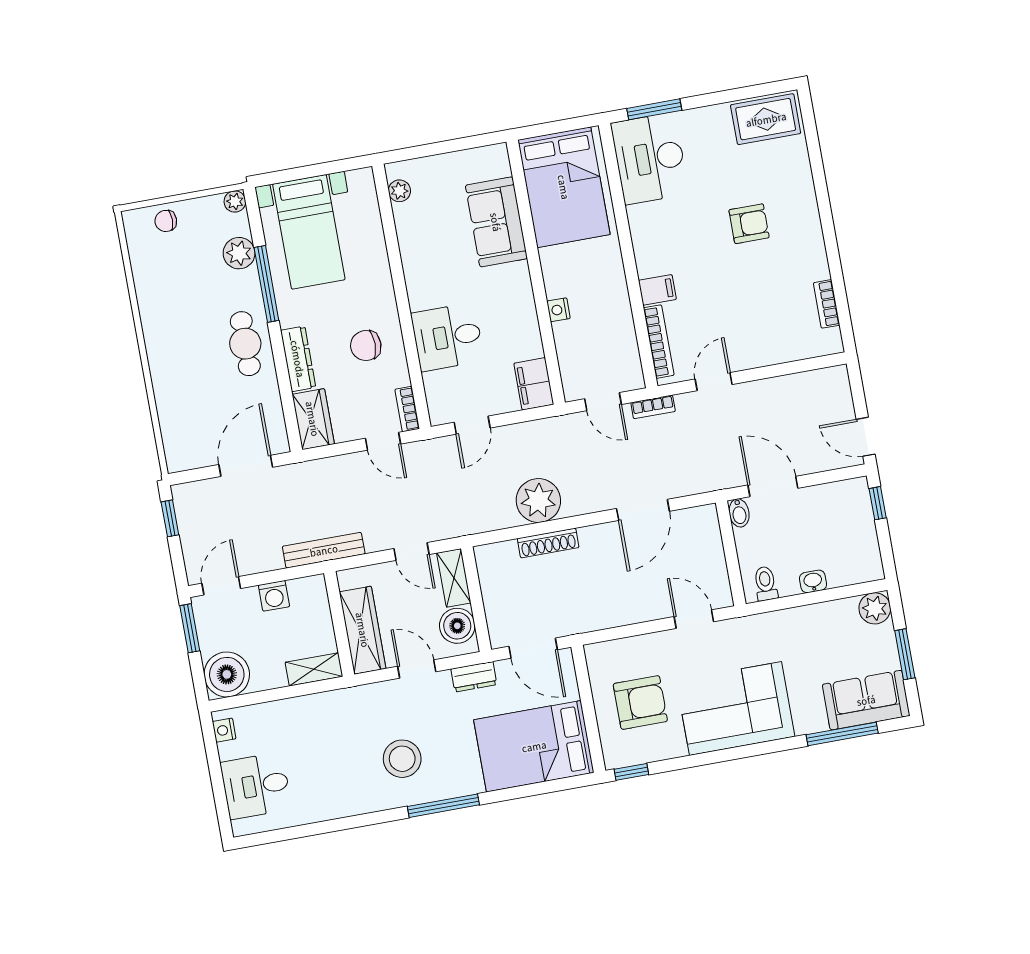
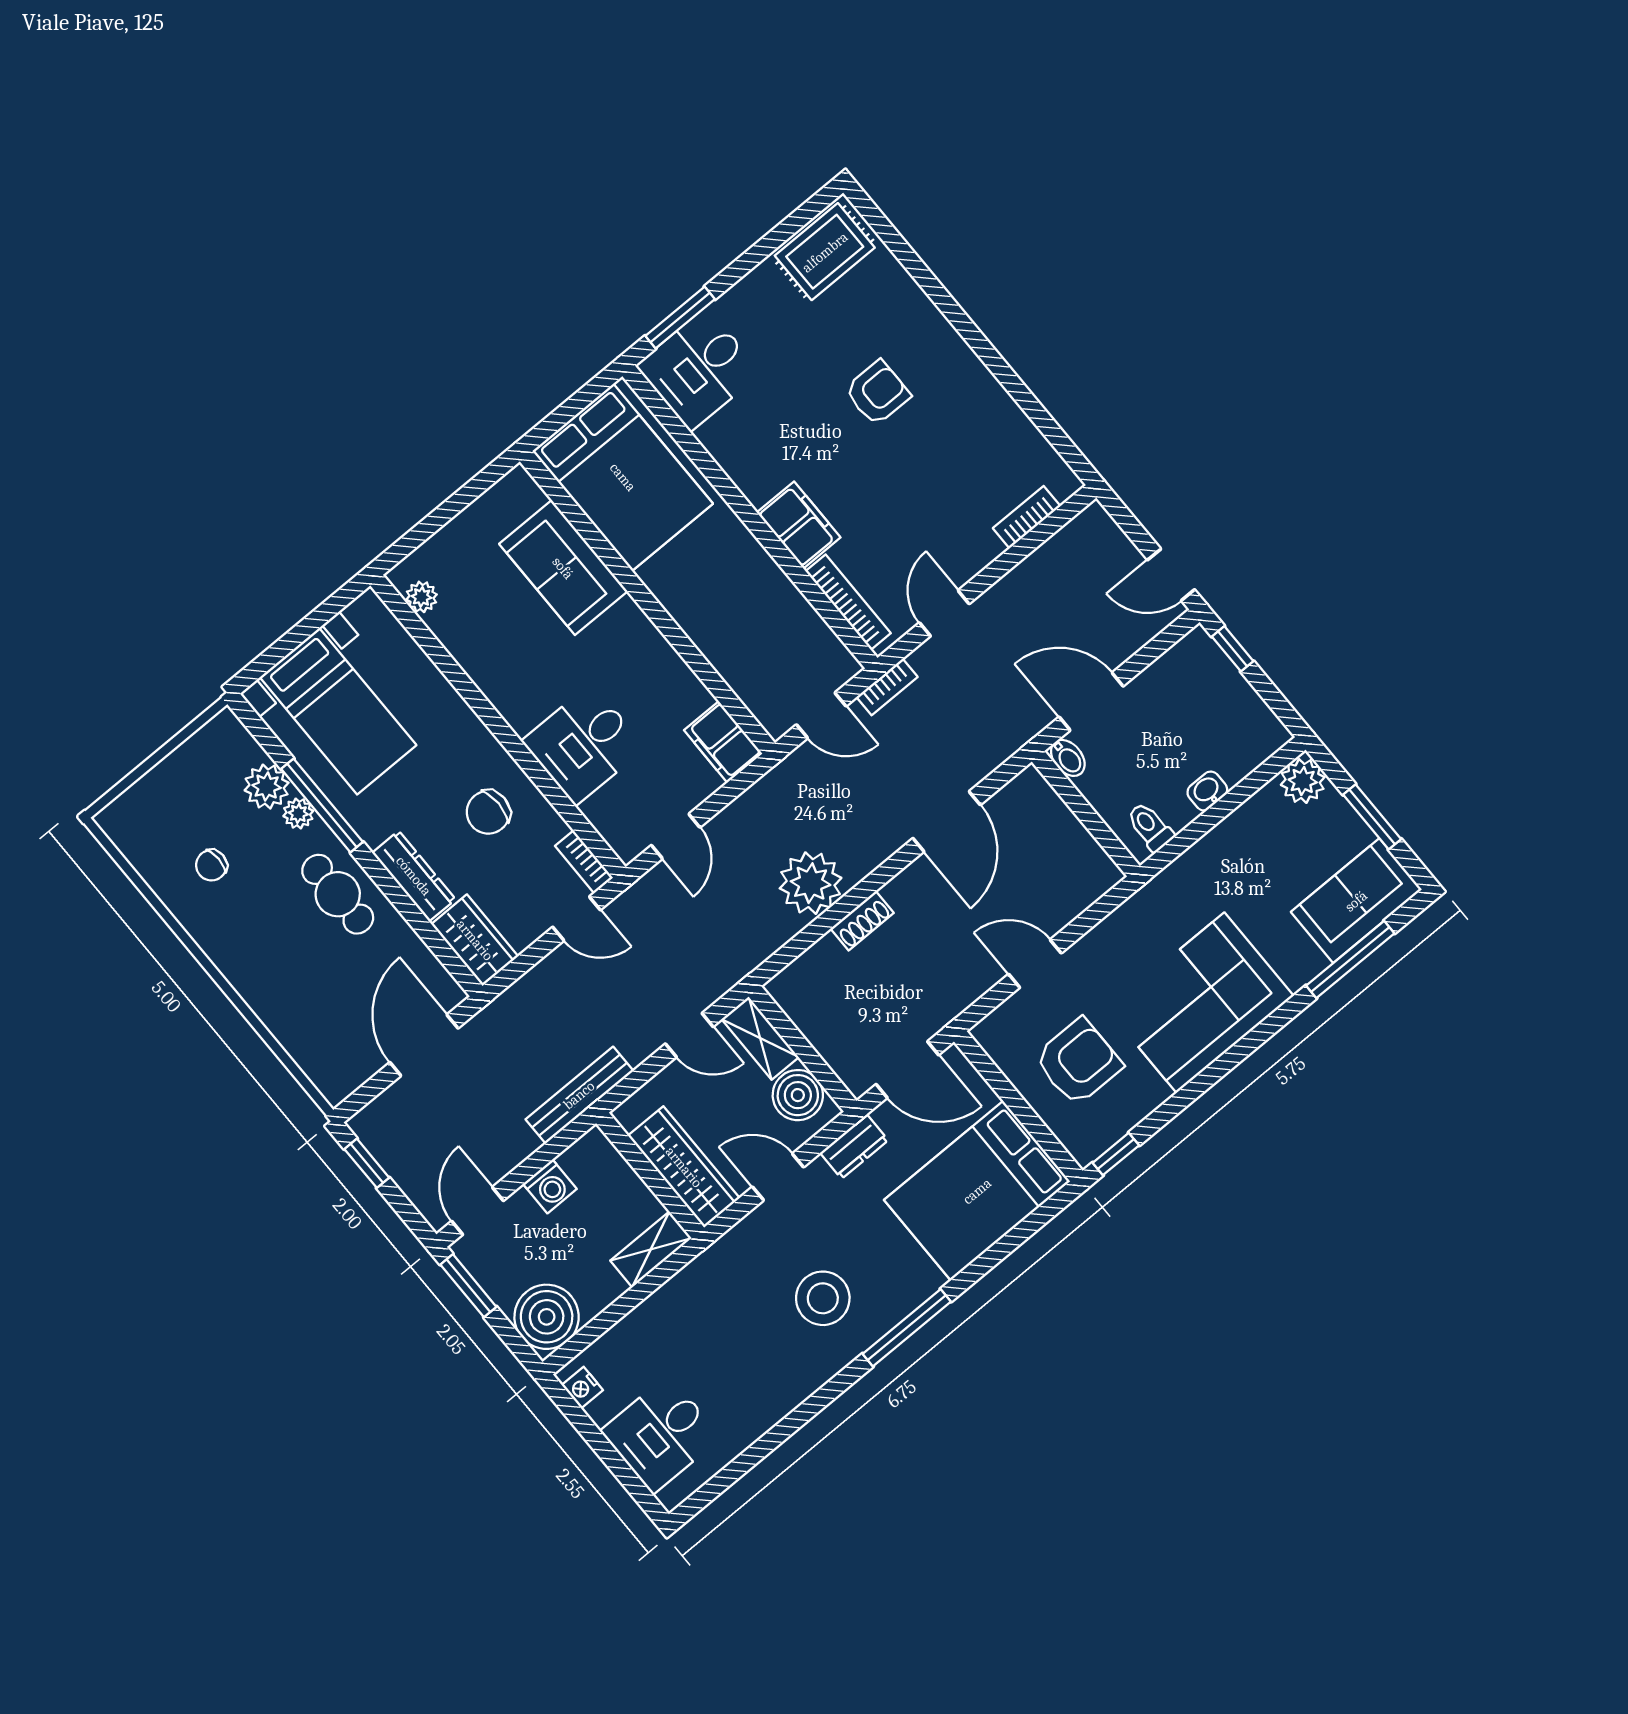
desk: (650, 159) -> (699, 369), width x0.73
plant: (235, 202) -> (298, 813), moved
chair: (166, 221) -> (211, 865), moved
filing cabinet: (657, 290) -> (799, 525), width x2.00
bookcase: (827, 304) -> (1027, 517), moved, turned 90
nightstand: (558, 310) -> (702, 633), removed
shoe rack: (548, 543) -> (862, 921), width x0.70
door: (694, 619) -> (1035, 964), moved

